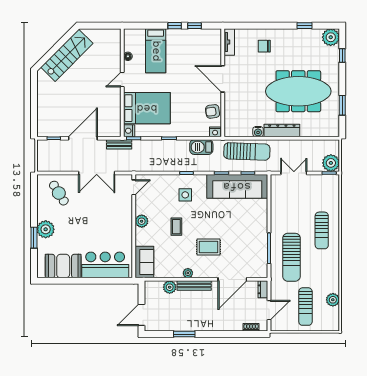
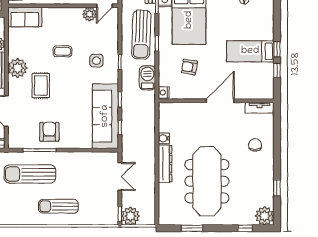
bed: (156, 51) -> (250, 51), moved
armchair: (213, 111) -> (189, 67), moved, turned -73
sun lounger: (247, 151) -> (141, 35), moved
door: (134, 187) -> (104, 6), hinge flipped
plant: (142, 221) -> (89, 14), moved
armchair: (252, 239) -> (49, 132), added
plant: (188, 273) -> (18, 68), width x1.87, depth x1.87

